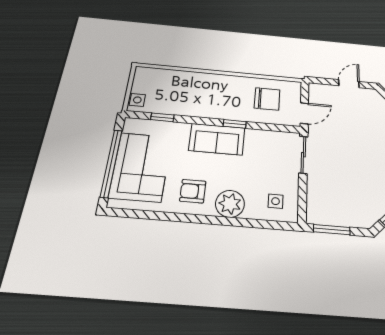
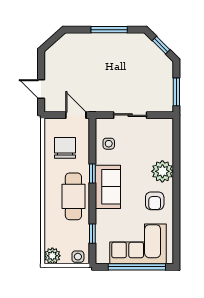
plant: (143, 75) -> (52, 256), added
door: (349, 84) -> (41, 89), moved
cafe table: (210, 102) -> (73, 196), added
sliding door: (303, 155) -> (130, 115), moved
side table: (276, 201) -> (109, 144), moved

